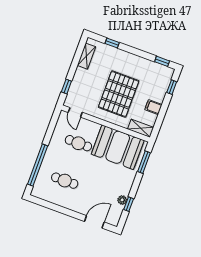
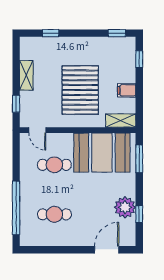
shelving: (86, 56) -> (26, 75), moved
plant: (122, 200) -> (125, 207), width x1.87, depth x1.87

